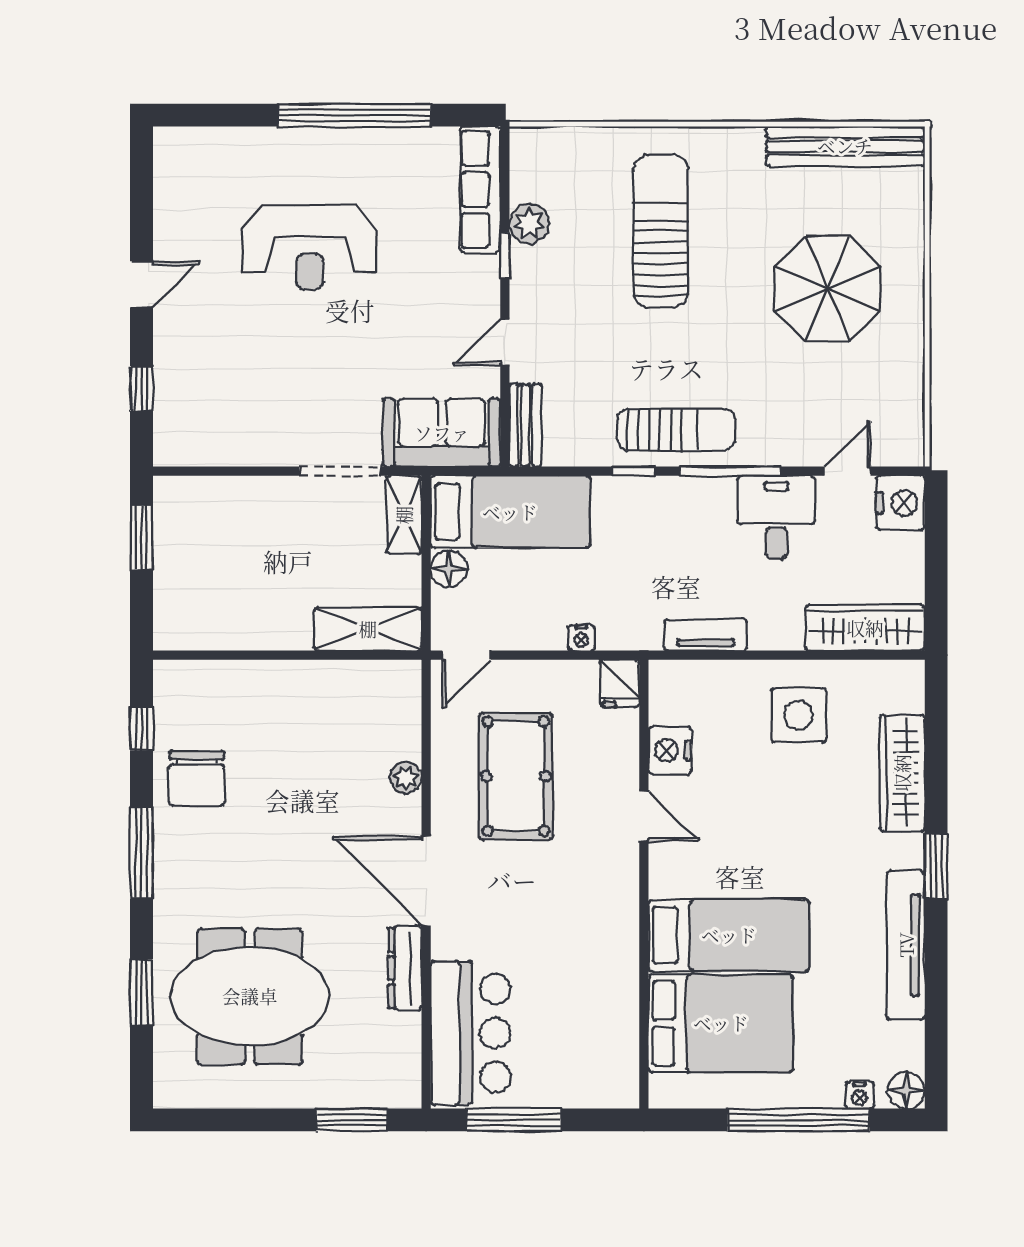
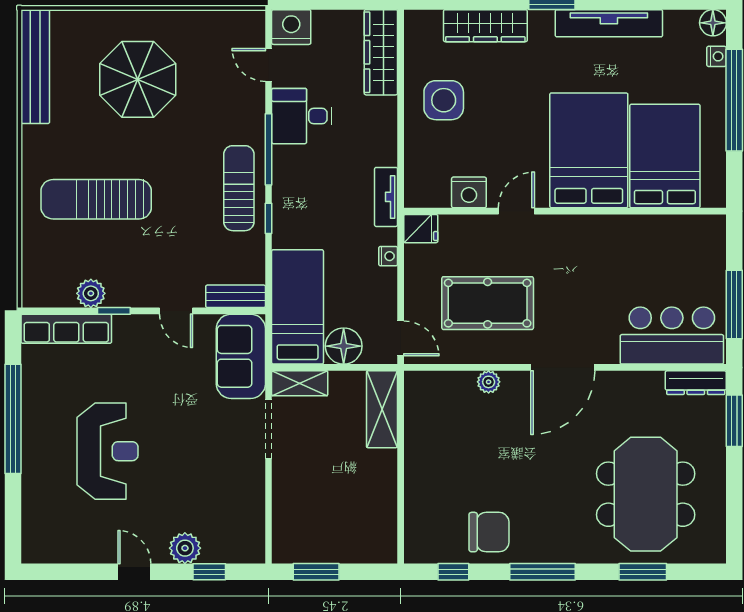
plant: (174, 355) -> (185, 548), added
floor lamp: (449, 569) -> (344, 346), width x1.38, depth x1.38
tv unit: (706, 635) -> (386, 197), moved
bed: (729, 935) -> (589, 150), width x1.50
dresser: (405, 968) -> (696, 383), moved

